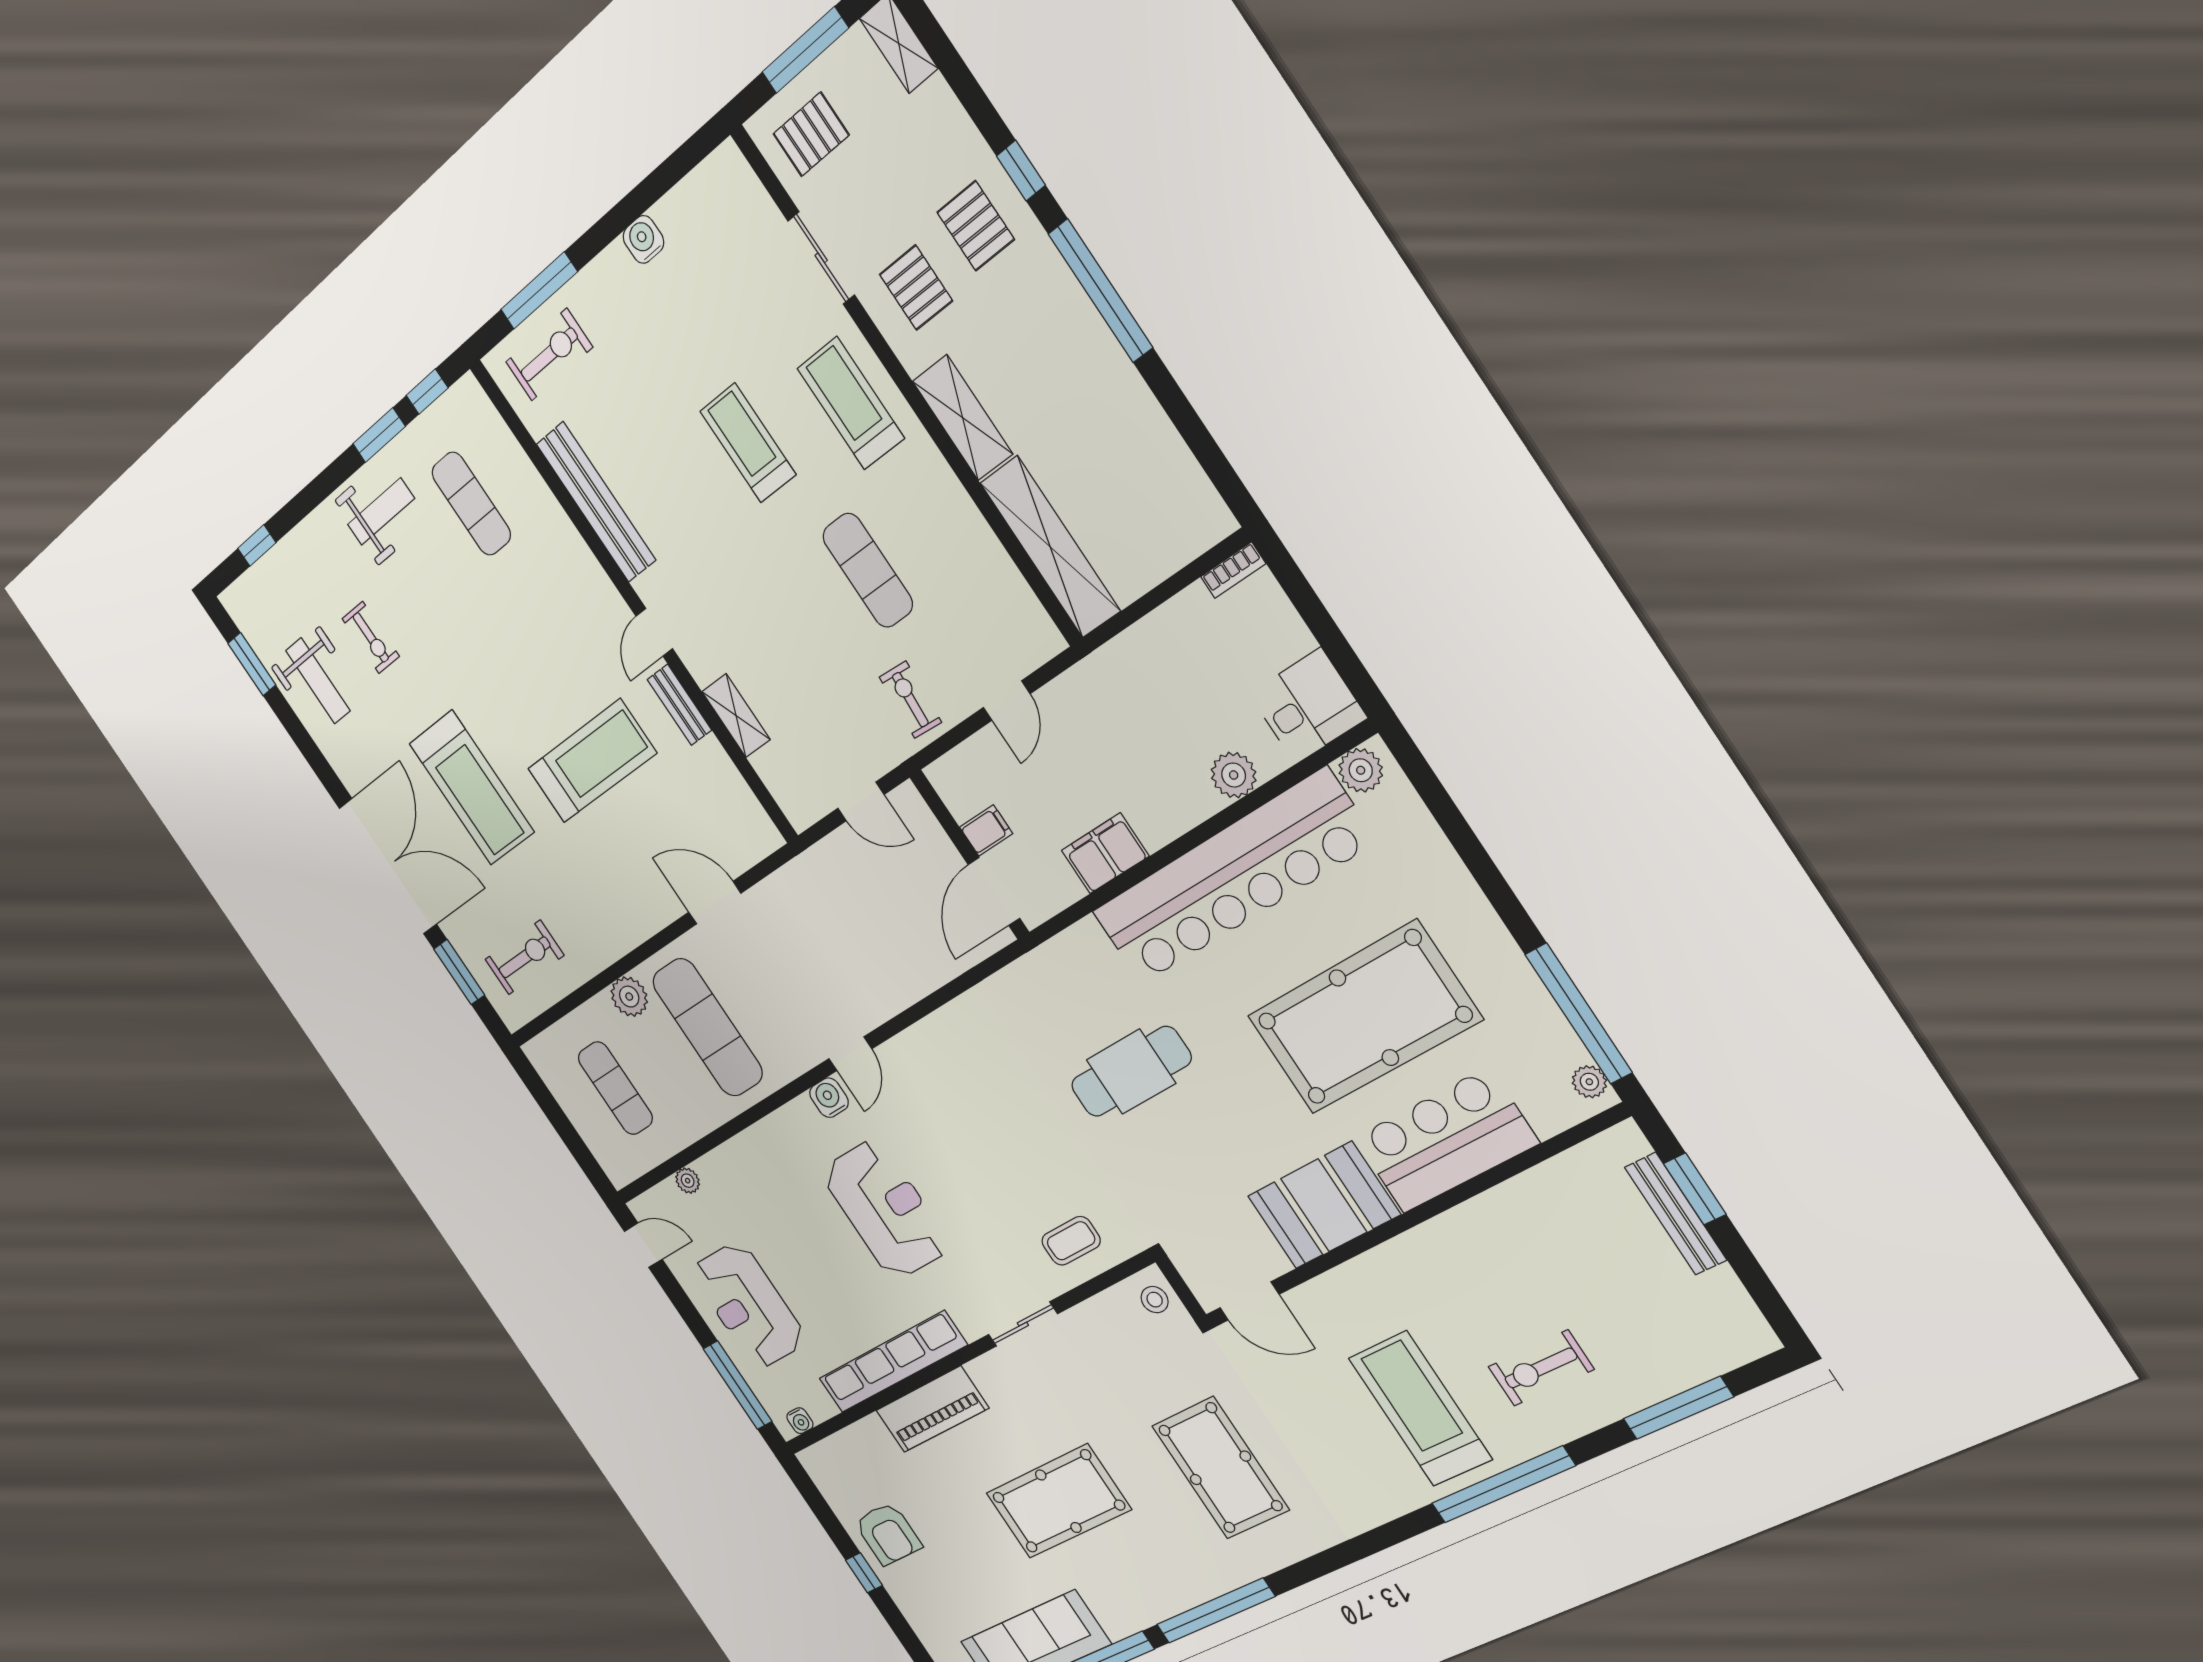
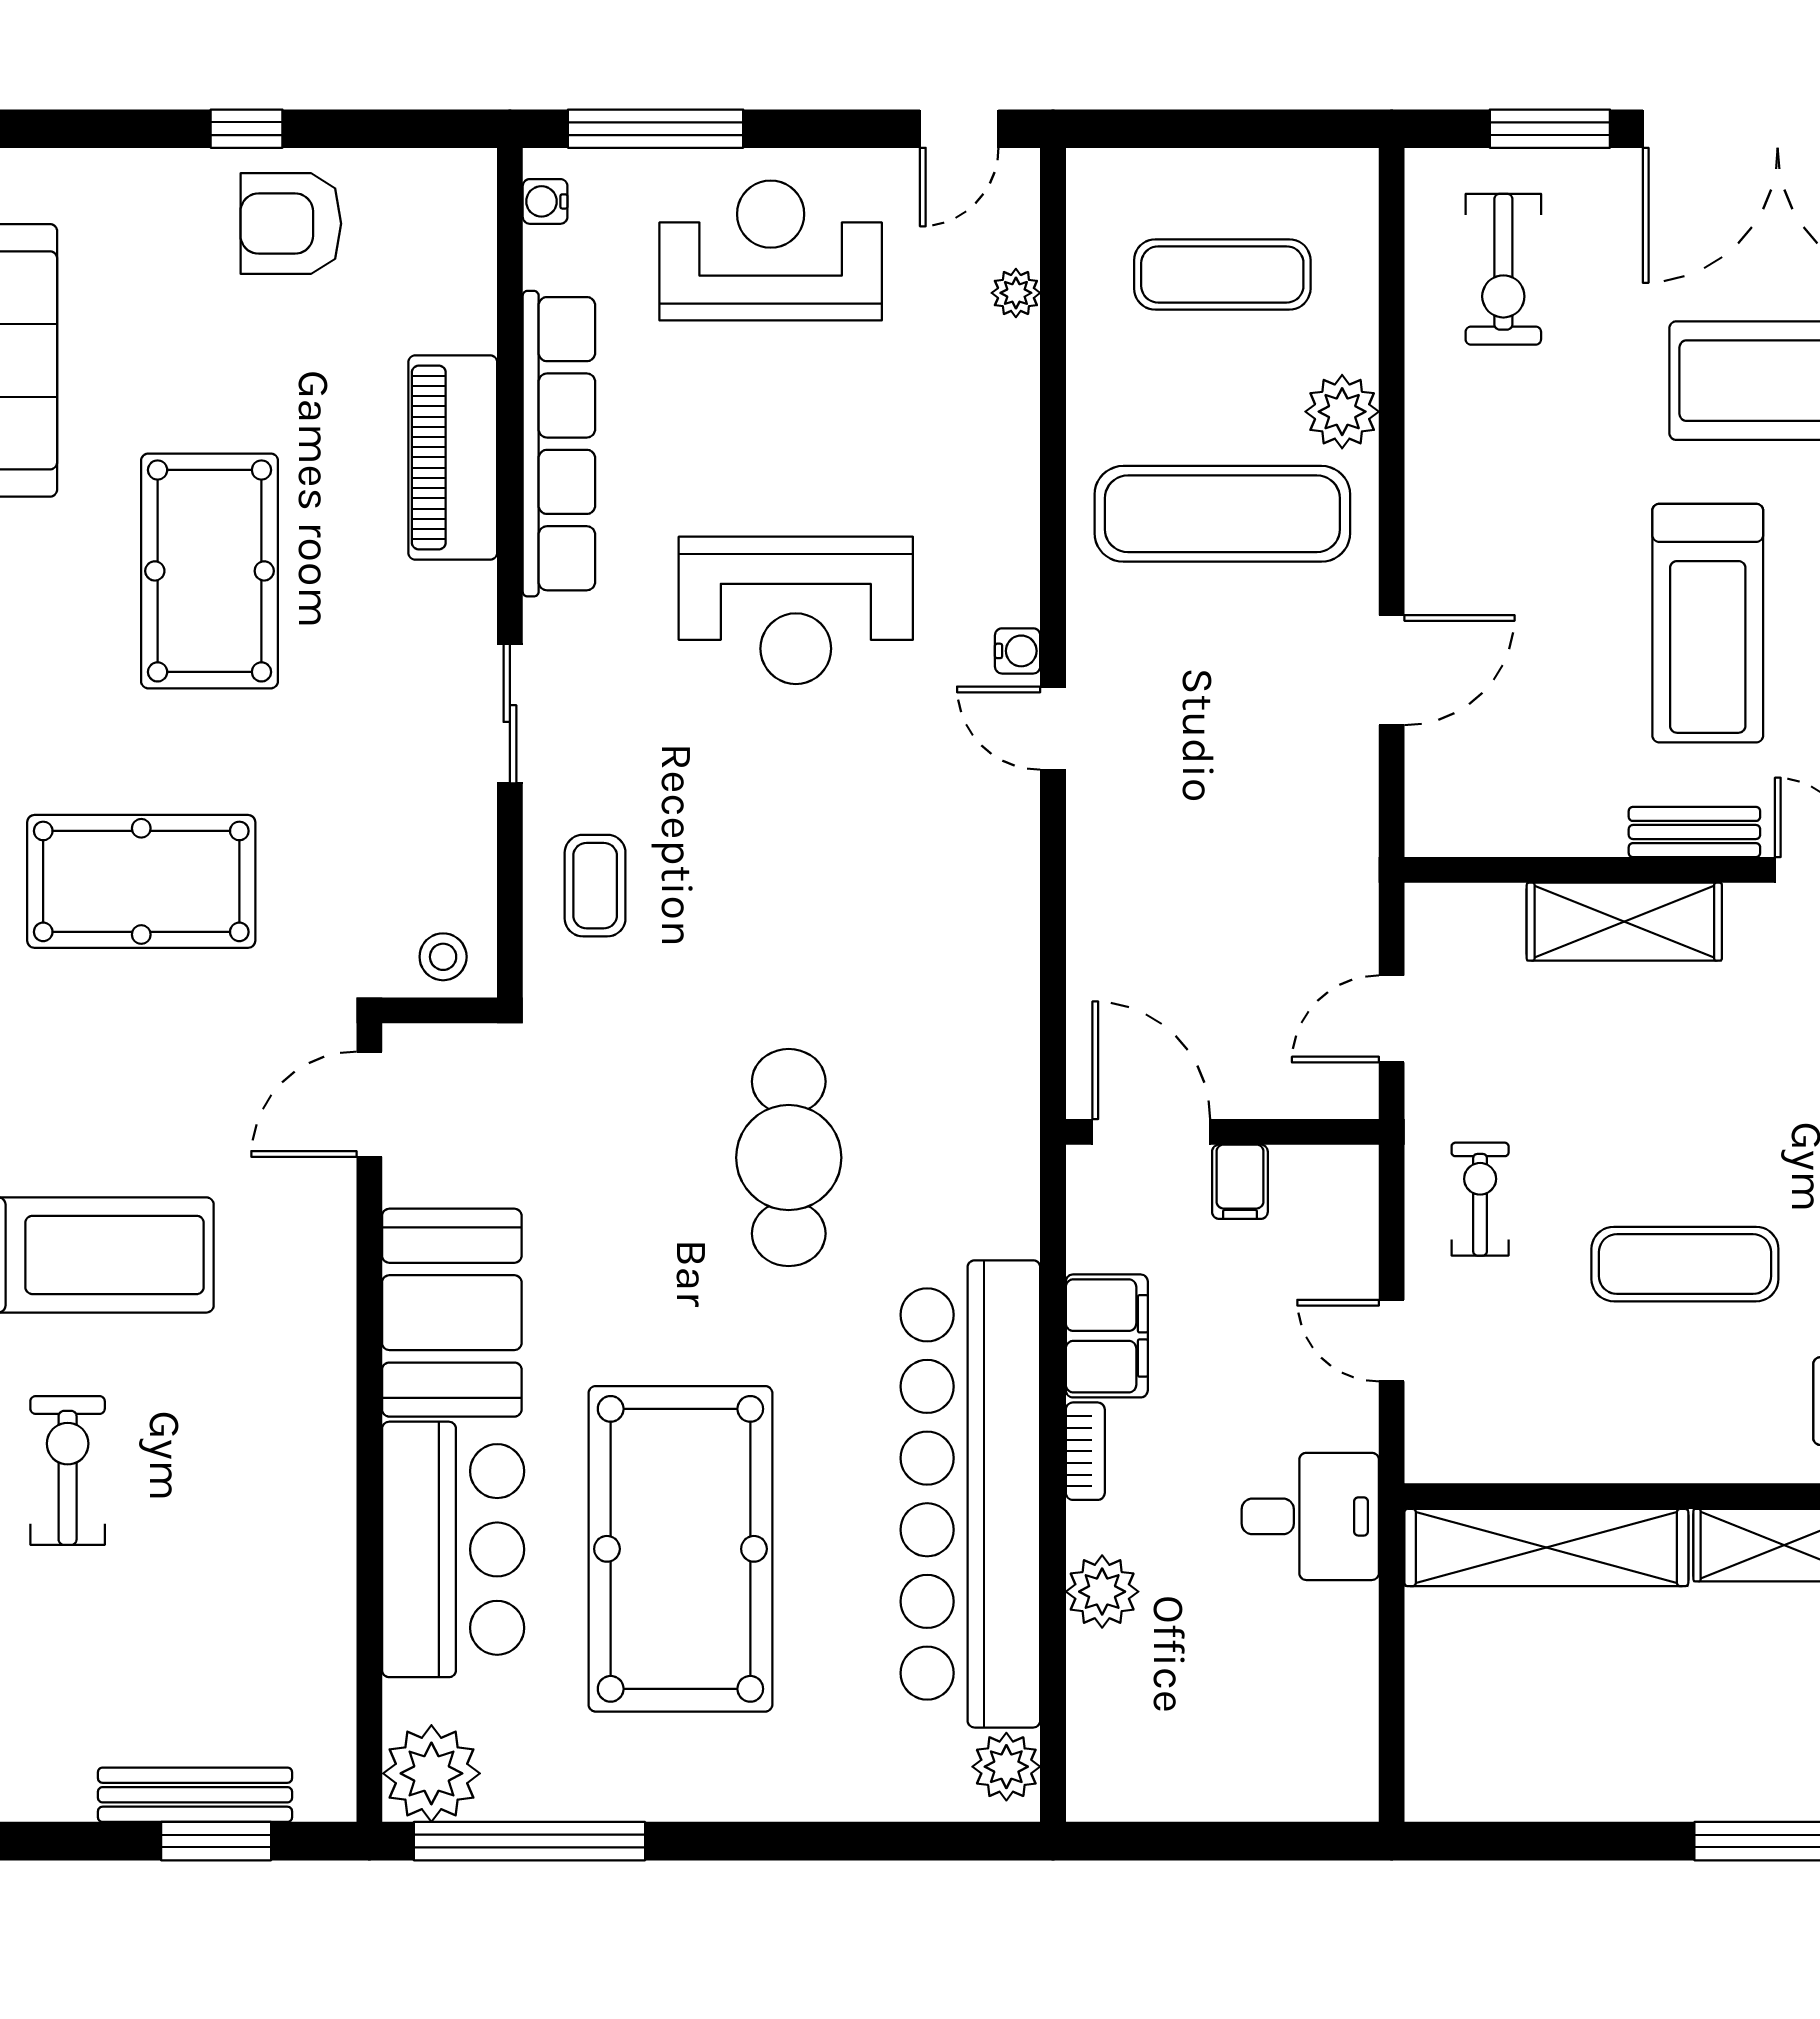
bookcase: (1233, 570) -> (1085, 1451), moved, turned 180
exercise bike: (910, 700) -> (1480, 1199), turned -94
desk: (1308, 706) -> (1310, 1516), moved, turned -90
shelving: (736, 716) -> (1624, 922), width x1.50, depth x1.33
plant: (1589, 1082) -> (431, 1773), width x1.88, depth x1.88
water cooler: (829, 1098) -> (1018, 651), width x0.72, depth x0.72

